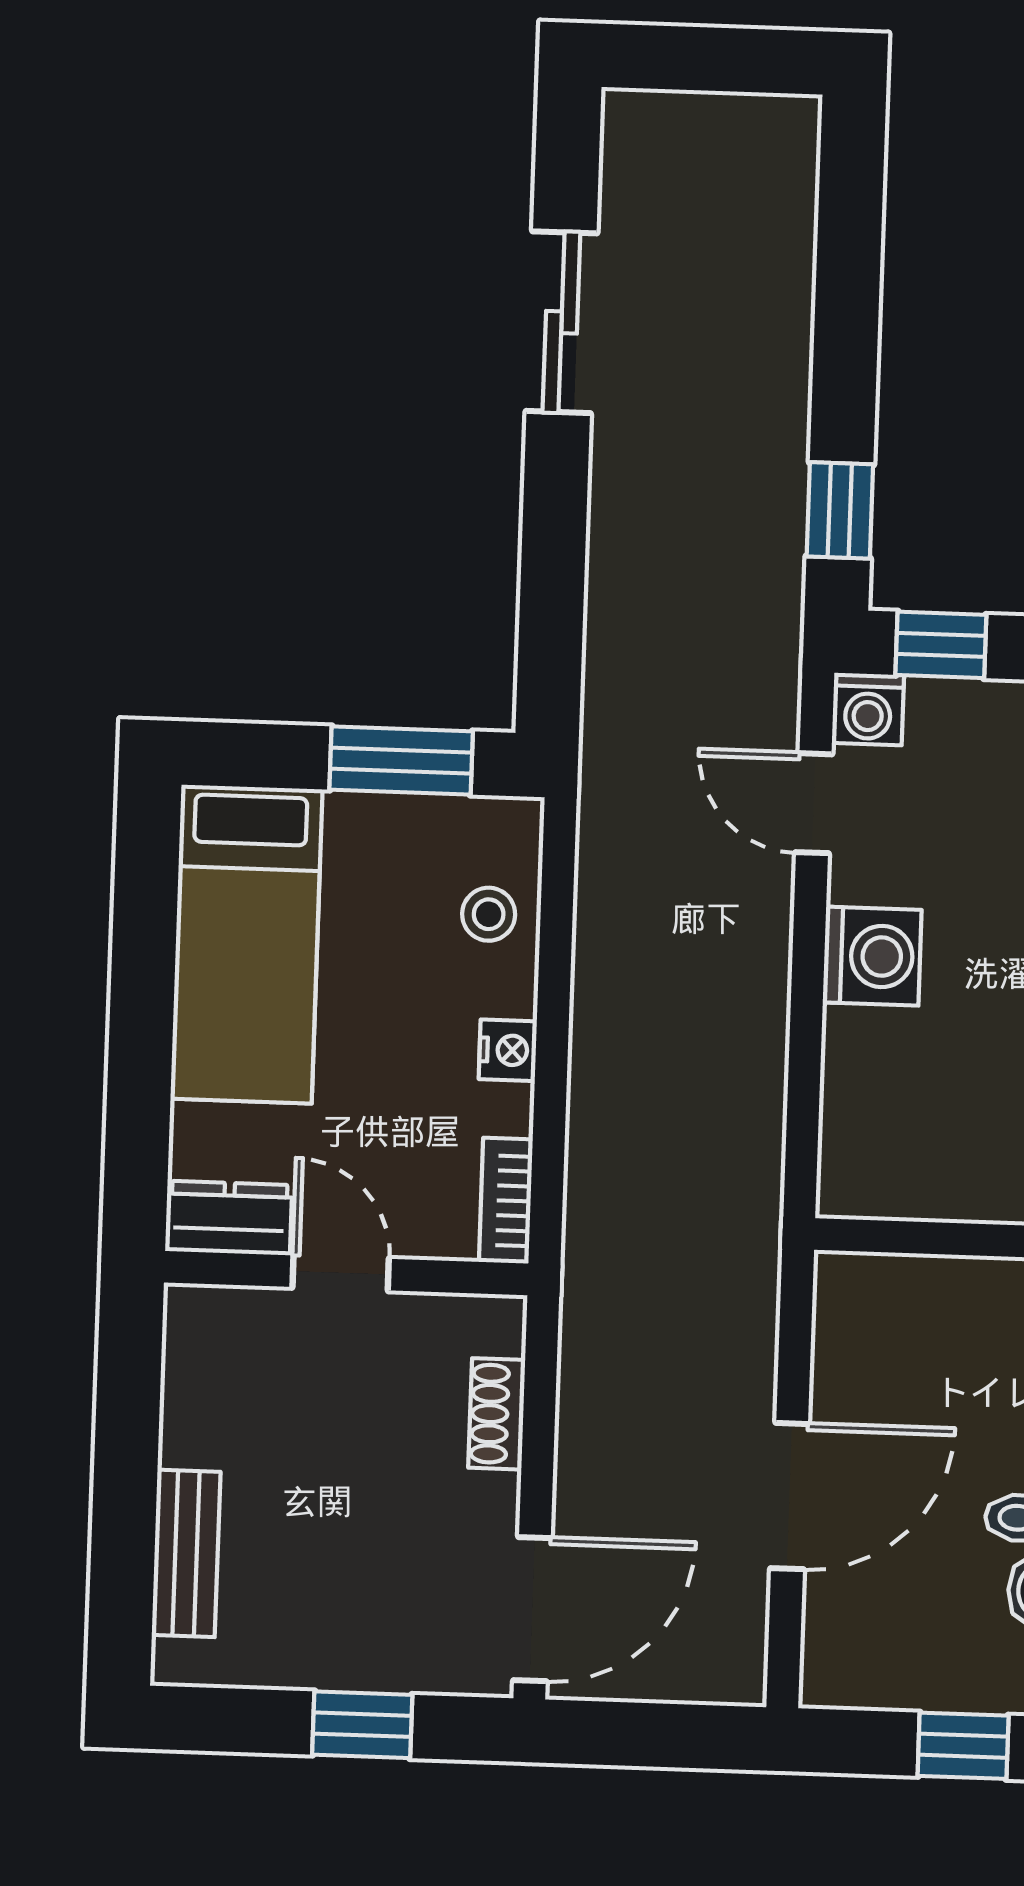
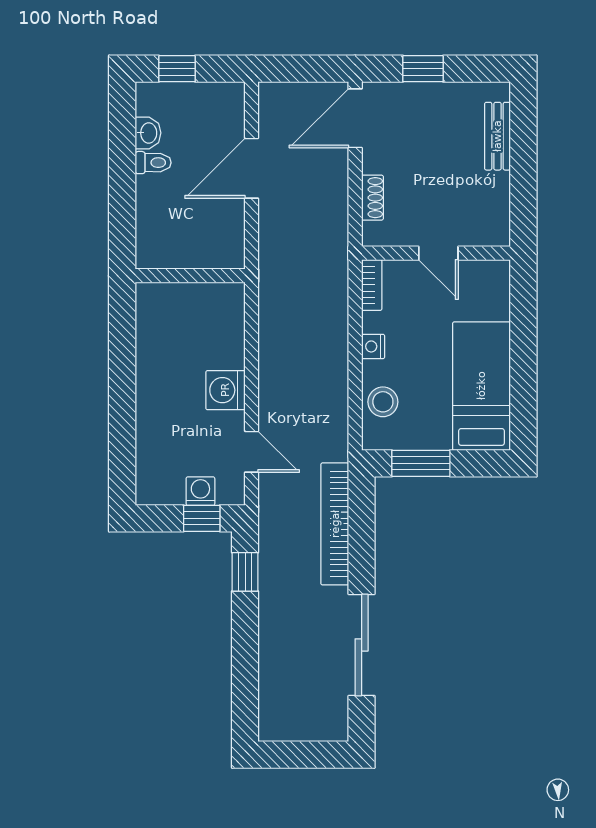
sliding door: (561, 322) -> (362, 645), width x1.37
bookcase: (617, 620) -> (335, 524), added
washing machine: (868, 709) -> (200, 491), moved
stool: (489, 914) -> (383, 402), width x1.37, depth x1.37
dresser: (229, 1218) -> (485, 274), removed

